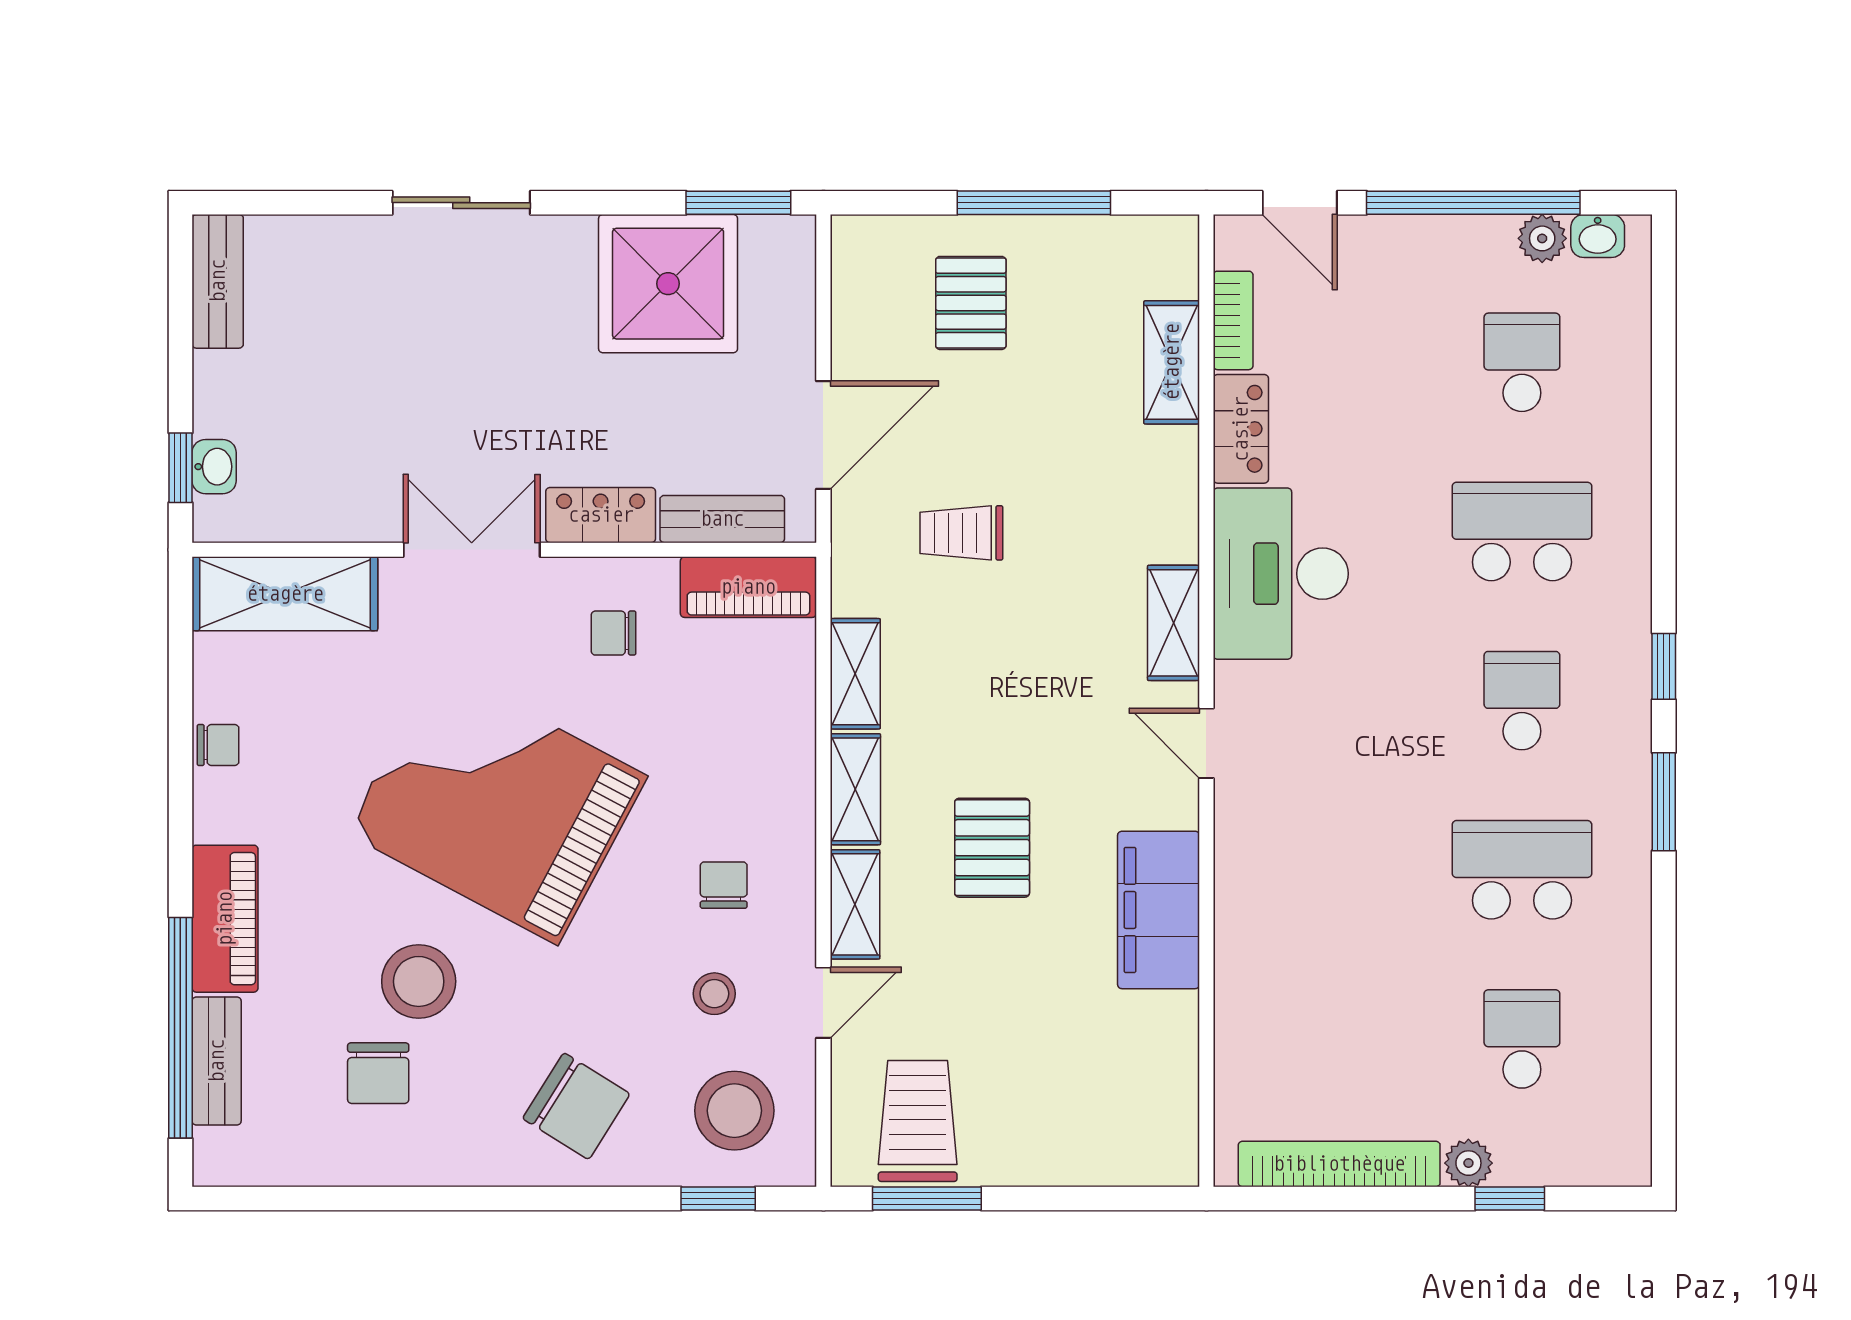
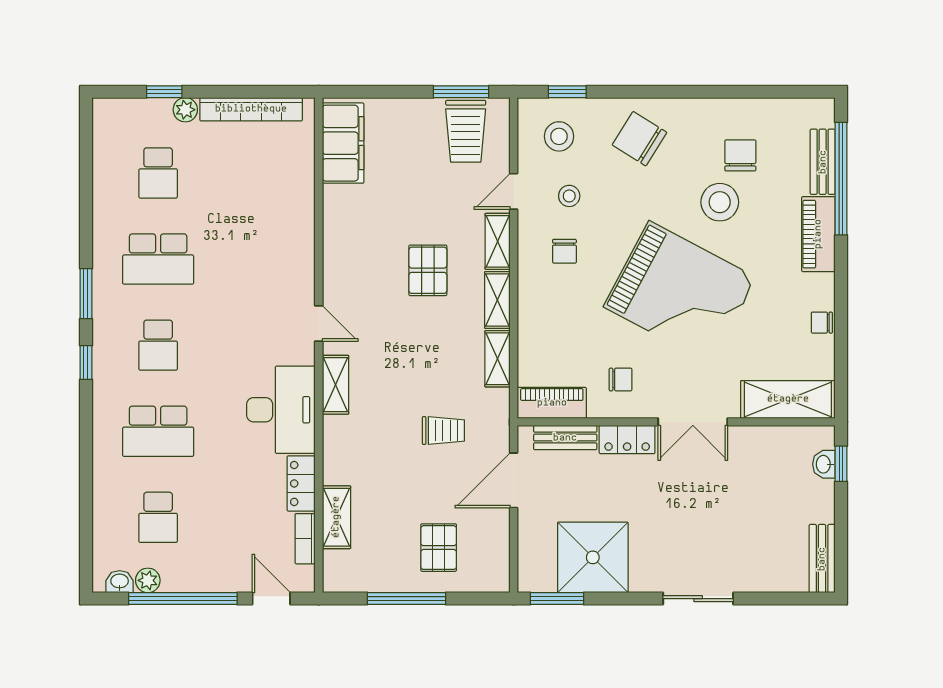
filing cabinet: (1159, 910) -> (343, 143), moved
stool: (734, 1111) -> (559, 136), width x0.73, depth x0.73

